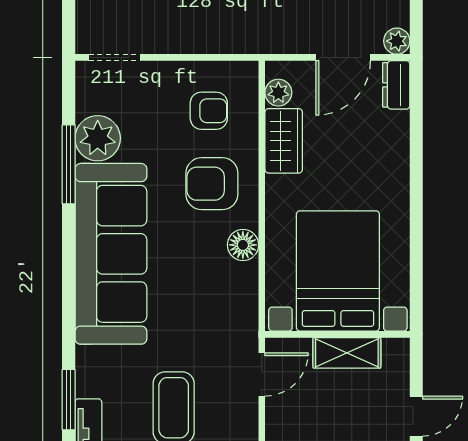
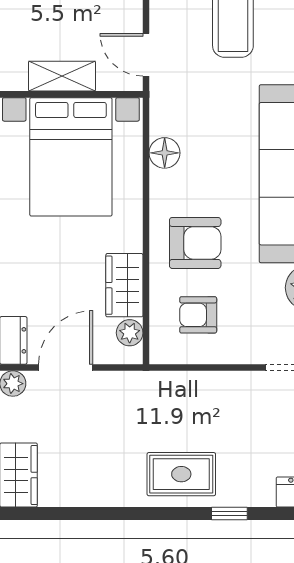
floor lamp: (243, 245) -> (165, 153), moved
door: (262, 374) -> (146, 55), hinge flipped

